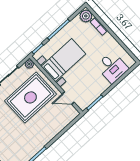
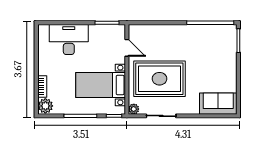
desk: (112, 67) -> (69, 39), width x1.37

